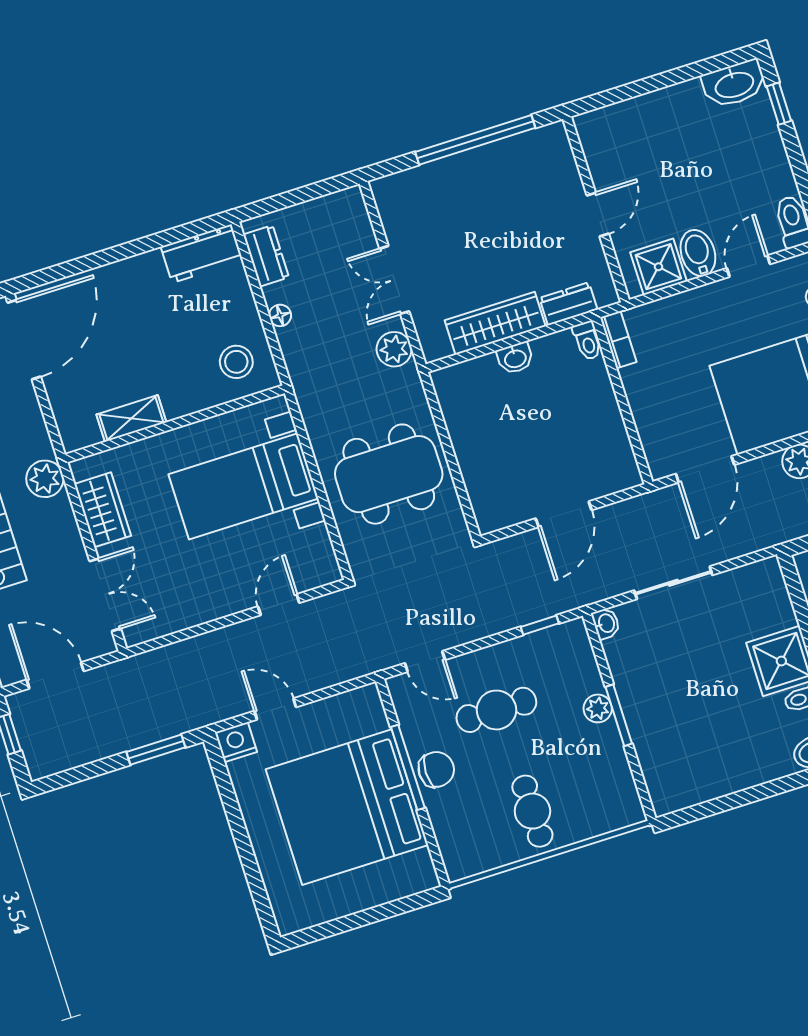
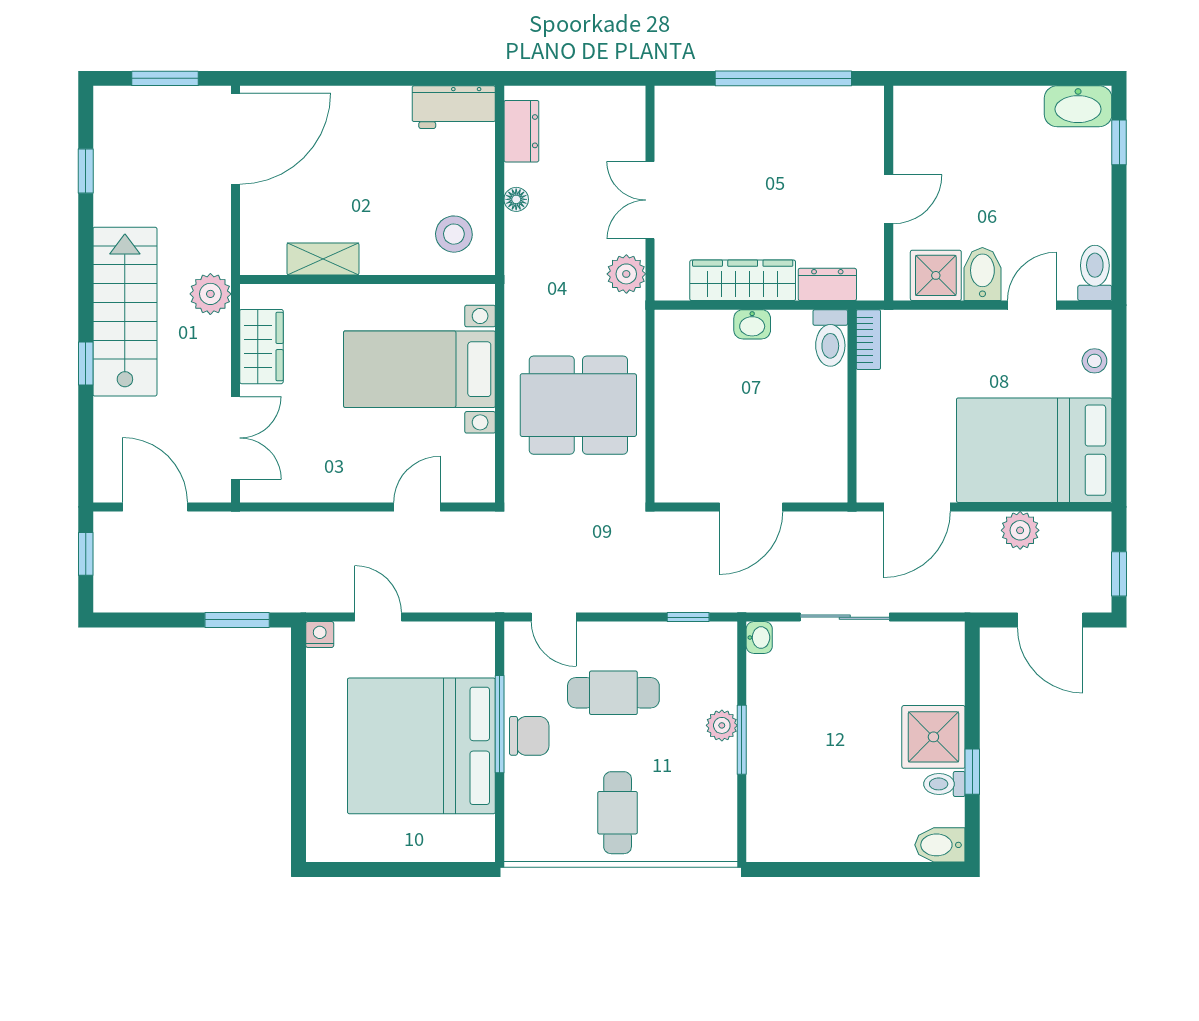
toilet: (587, 341) -> (830, 338), width x1.37, depth x1.39
nightstand: (236, 742) -> (320, 635), width x0.72, depth x0.74

